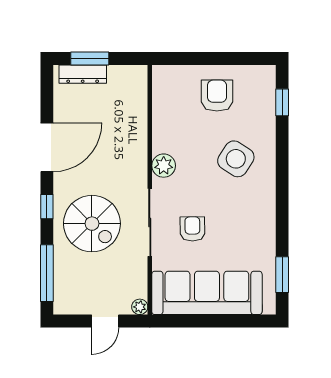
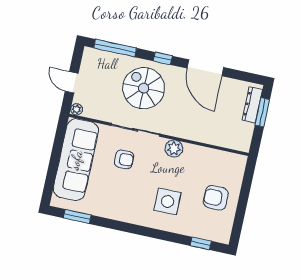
armchair: (217, 96) -> (216, 198), turned 180
side table: (236, 159) -> (167, 201), turned -33
spiral stairs: (92, 224) -> (144, 88), turned 90

